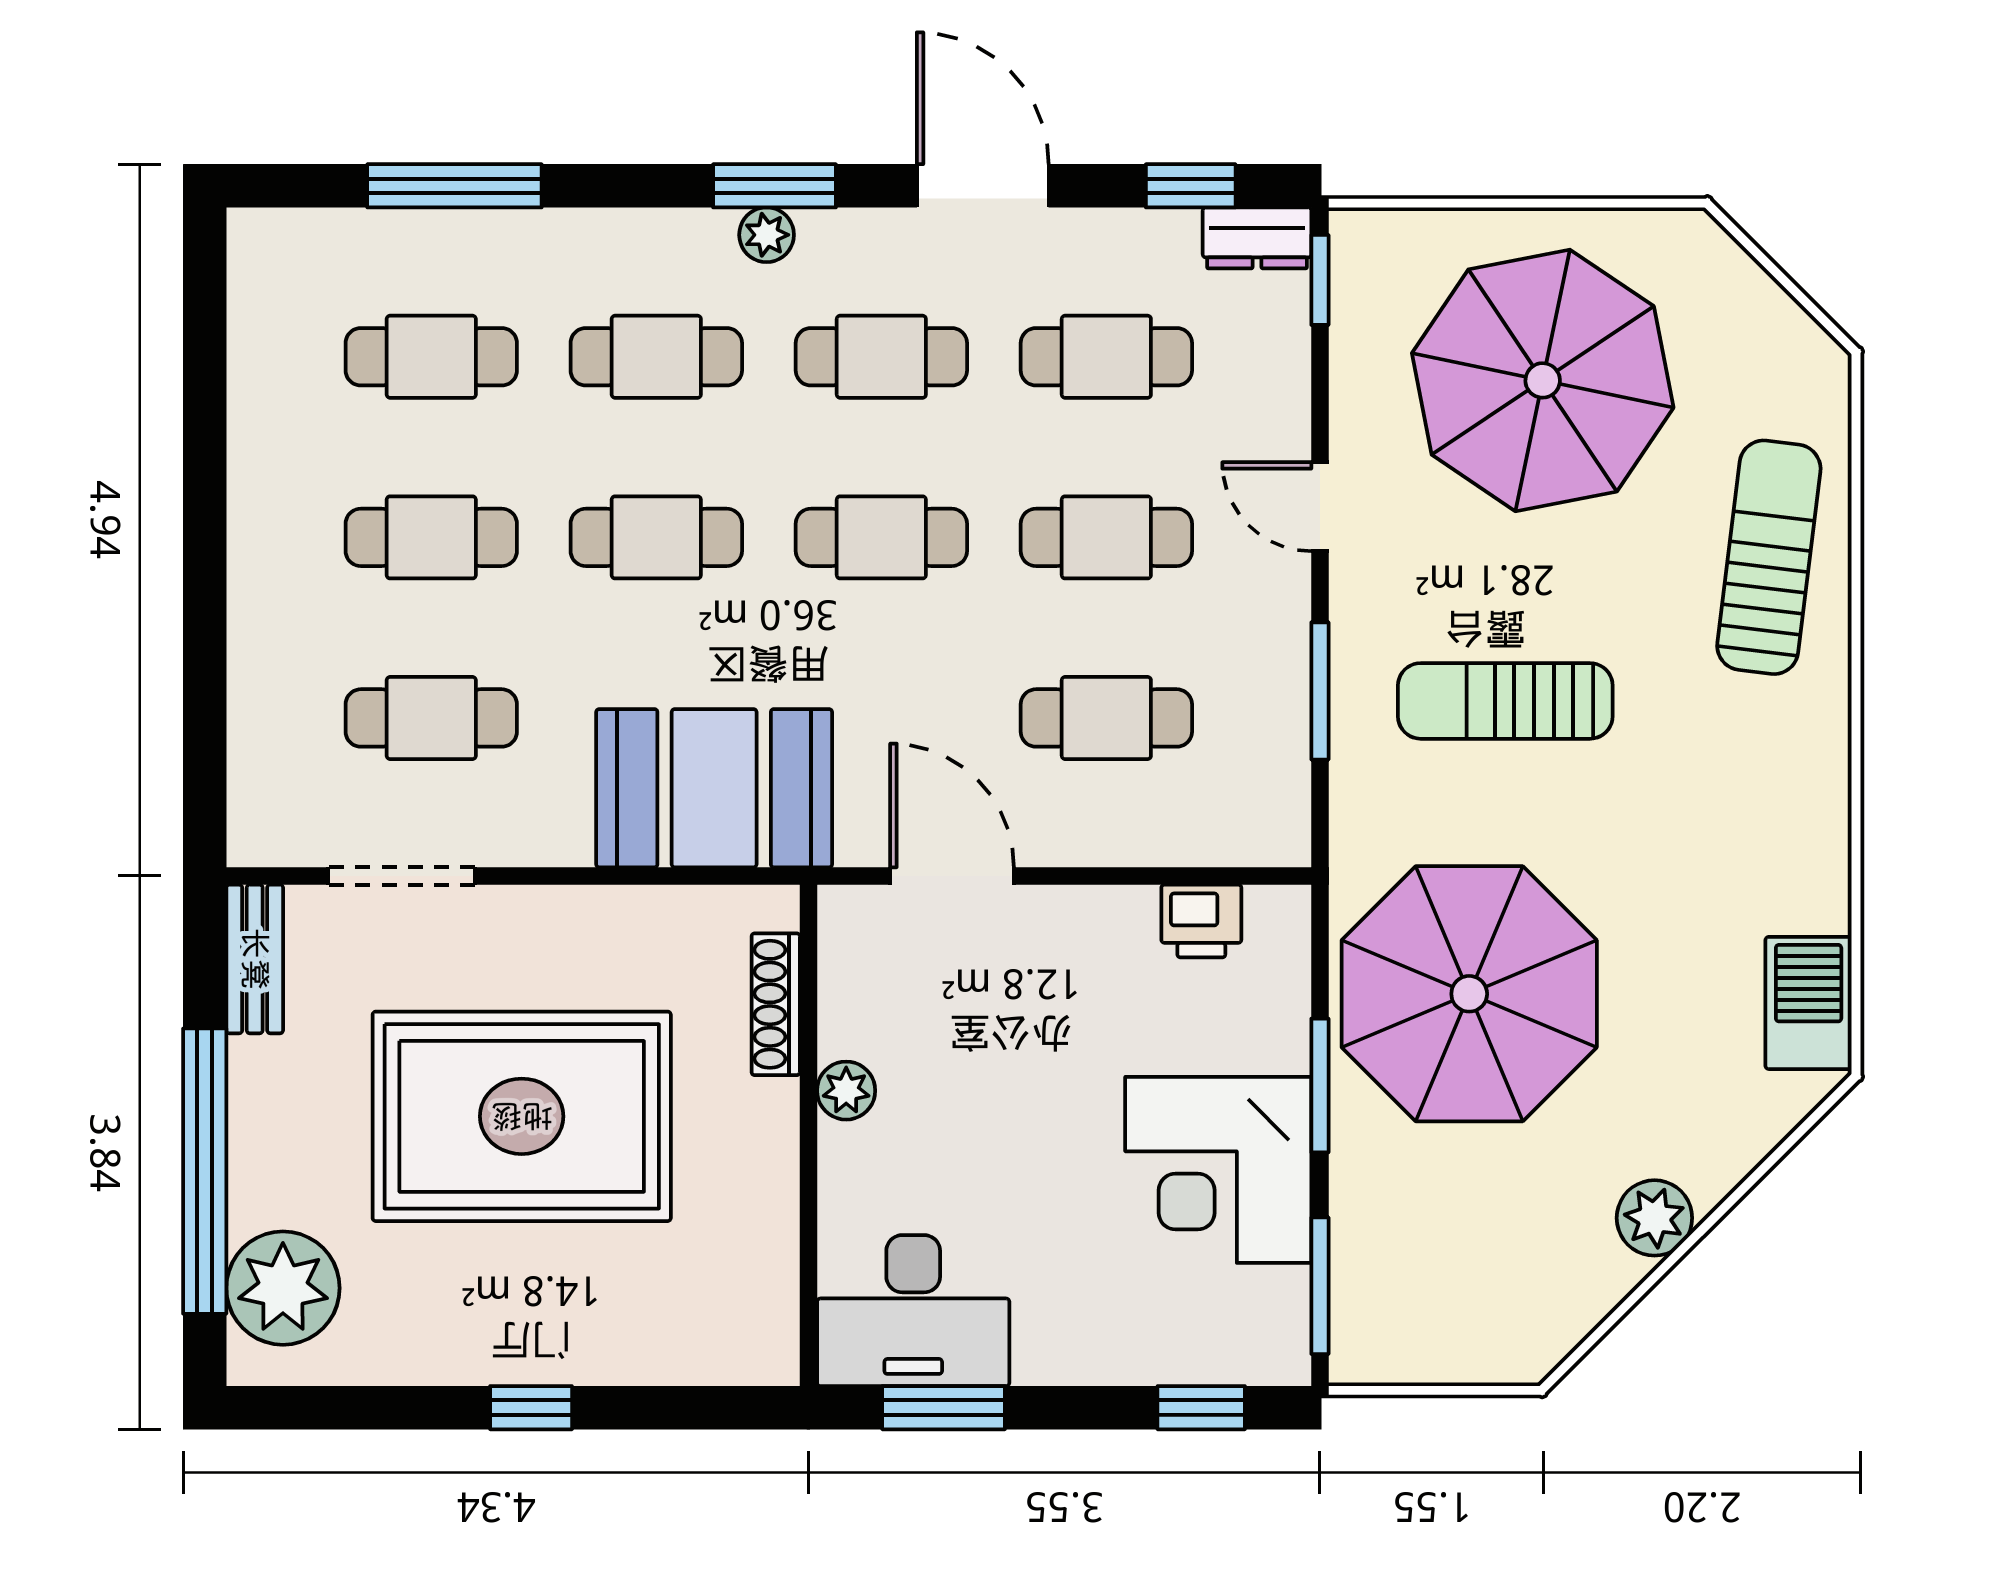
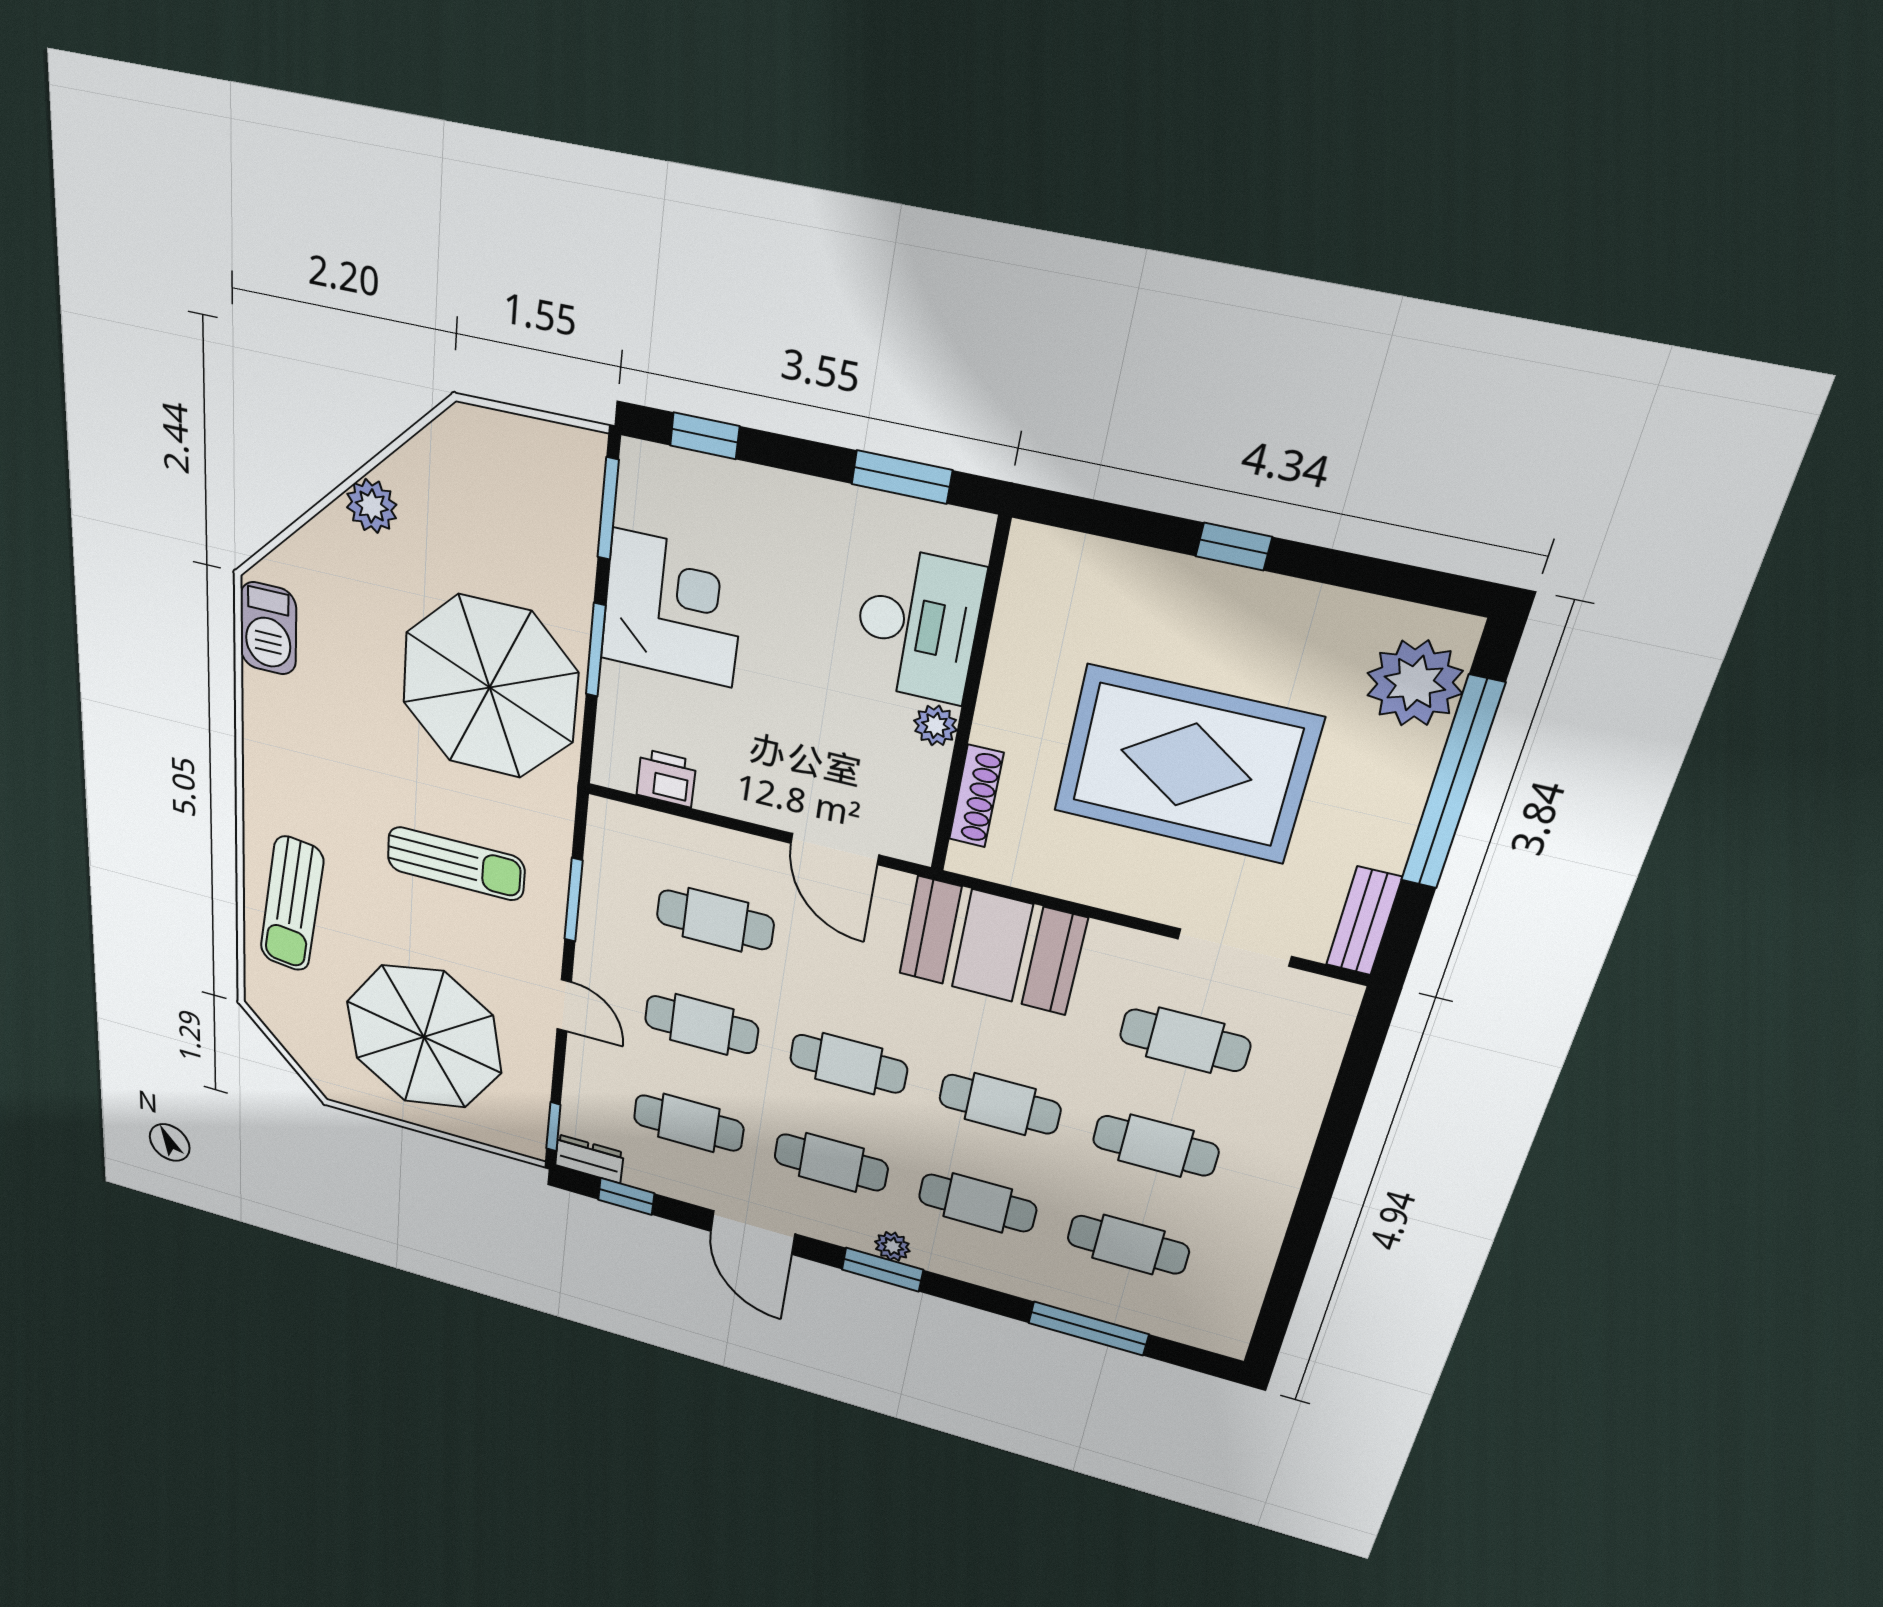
desk: (913, 1311) -> (917, 625), moved, turned 90

